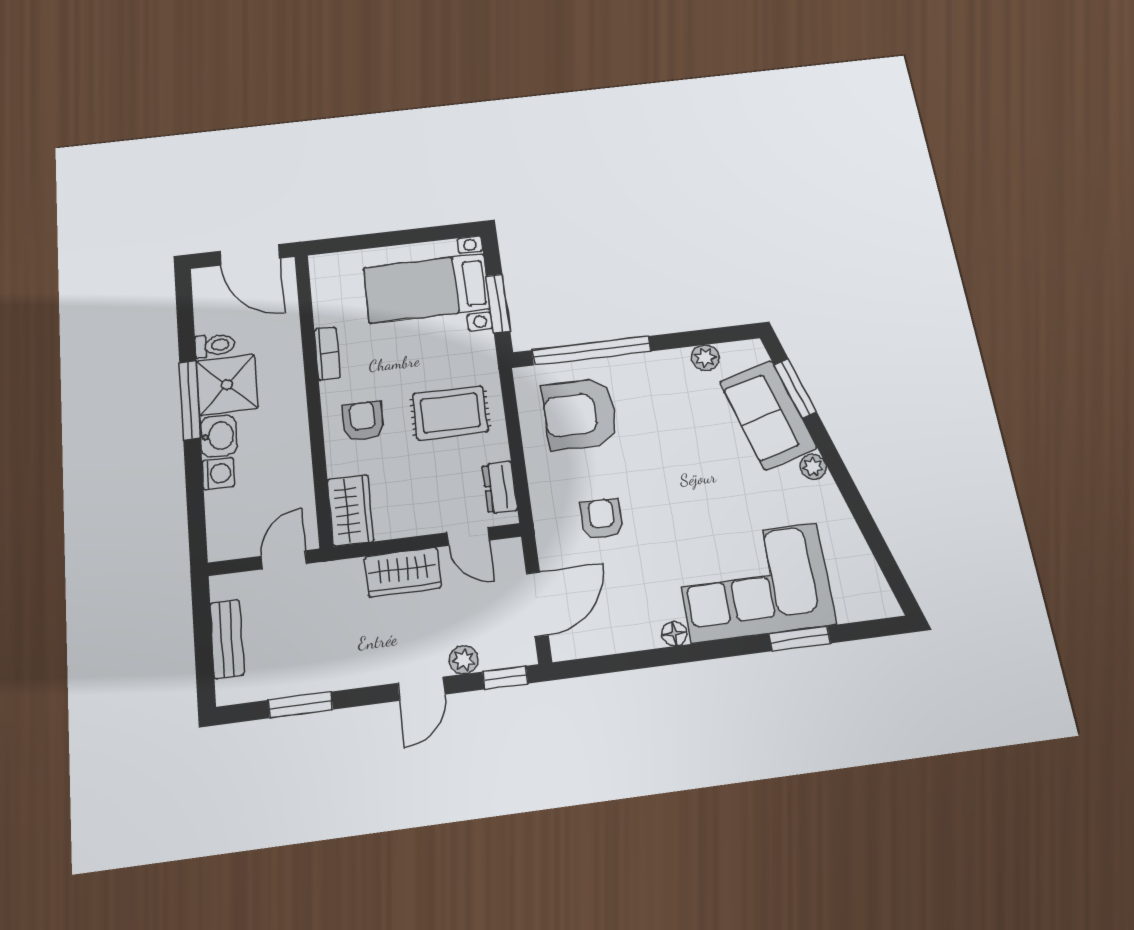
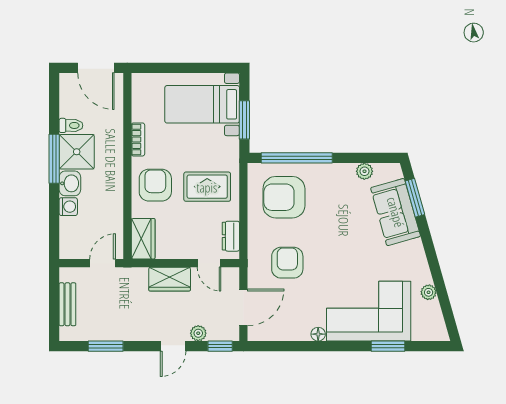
armchair: (363, 421) -> (155, 185), width x1.38, depth x1.38
plant: (813, 467) -> (429, 292), moved
armchair: (602, 519) -> (287, 263), width x1.38, depth x1.38

